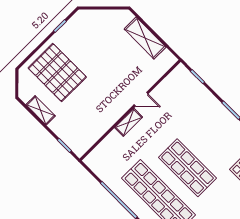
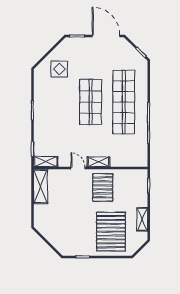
shelving: (145, 38) -> (41, 186), moved
shelving: (175, 77) -> (46, 162), added
pallet: (103, 104) -> (103, 187), added

